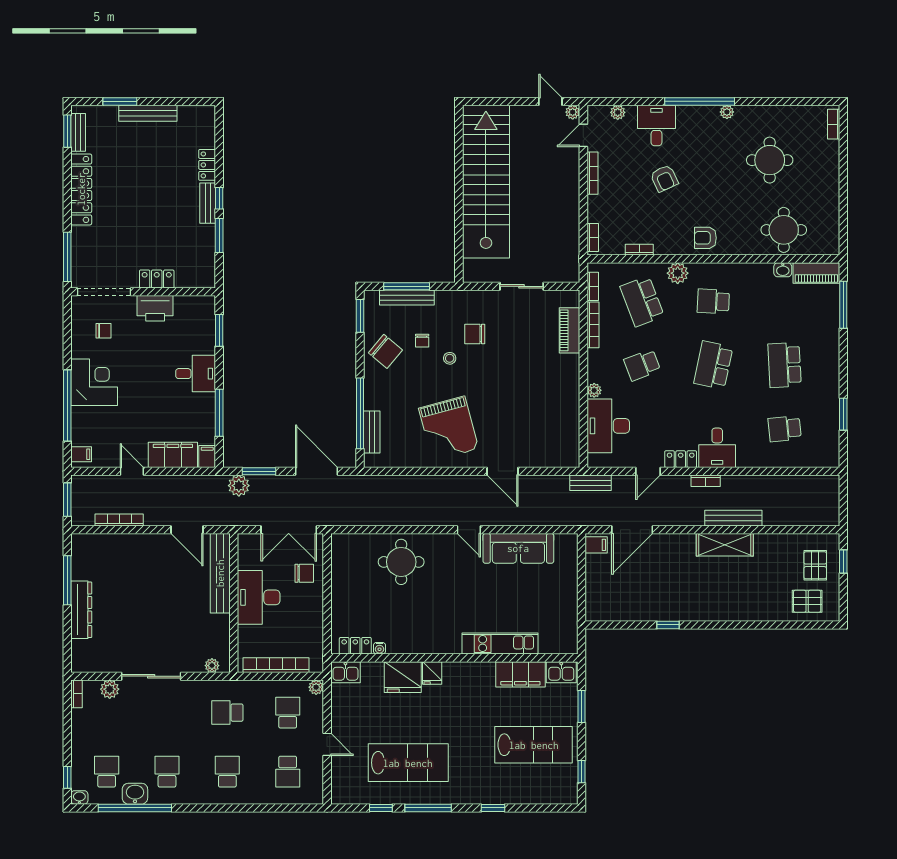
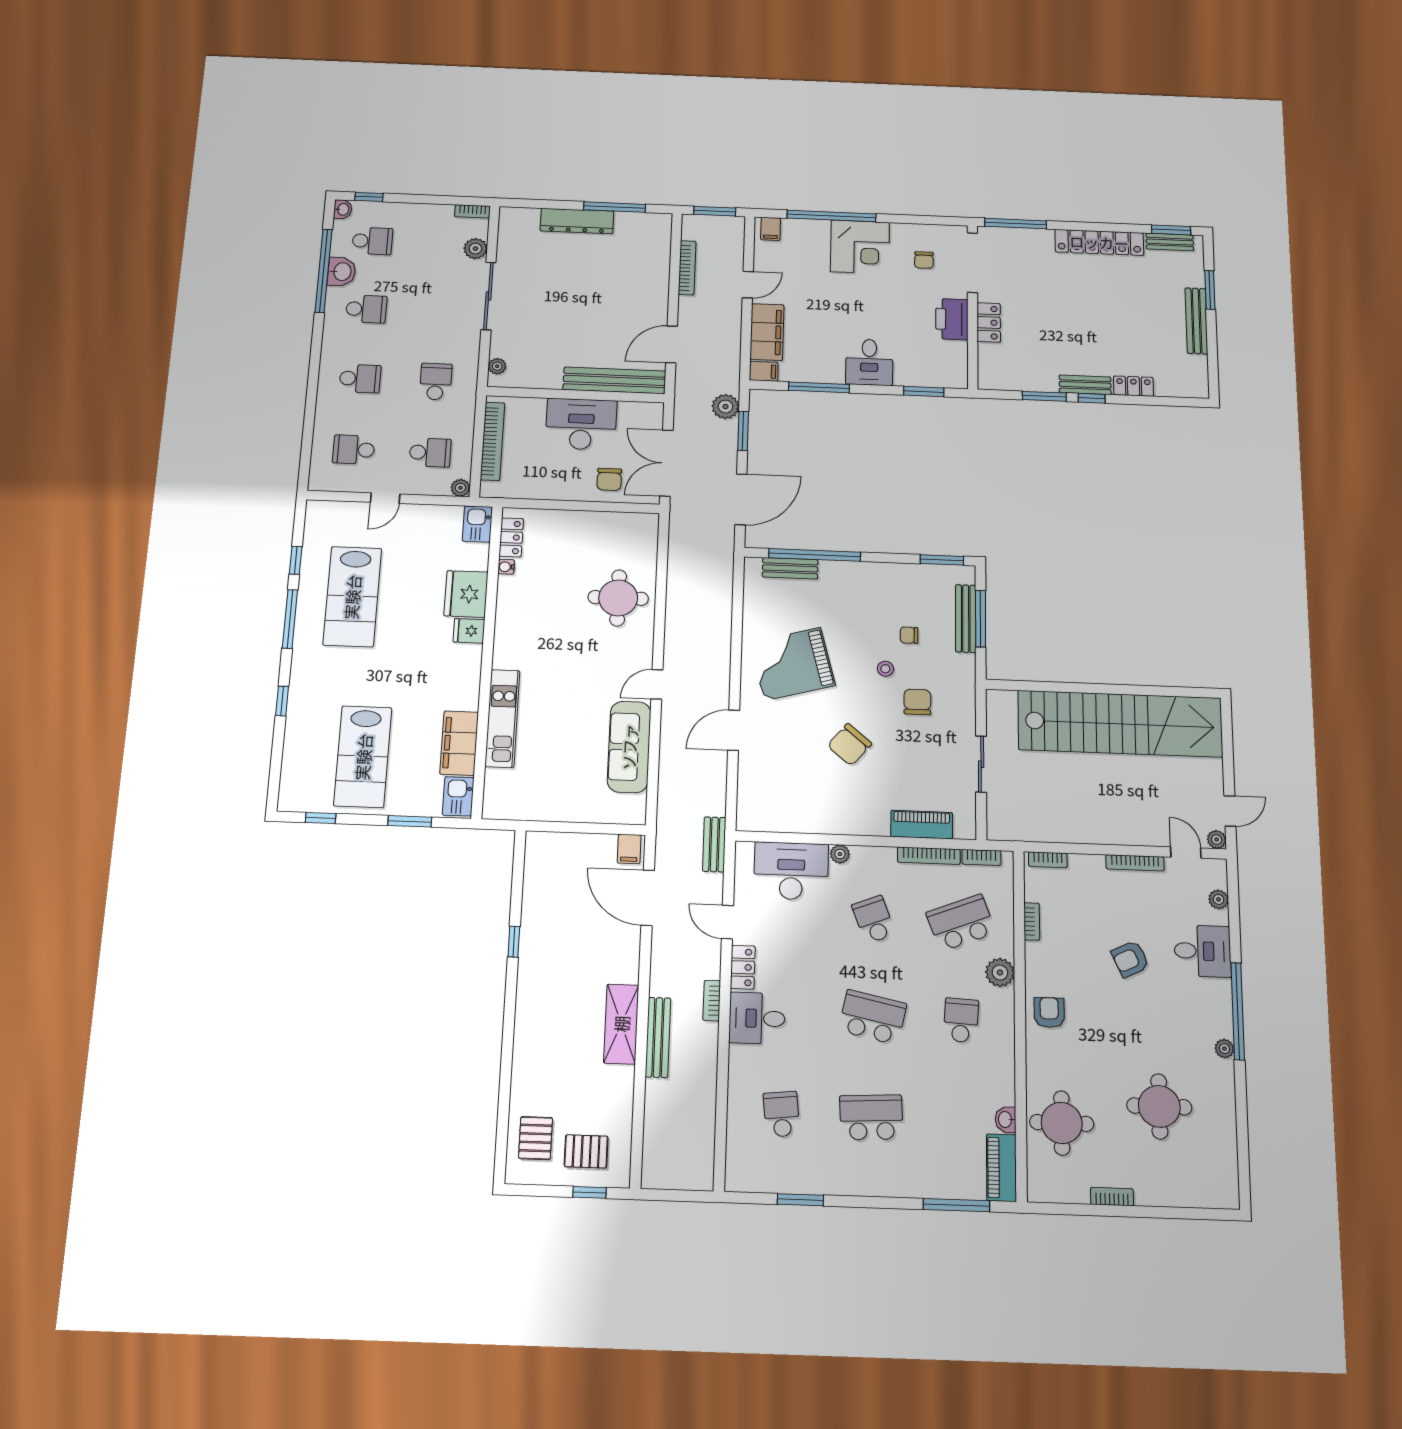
bookcase: (834, 124) -> (1112, 1197), moved
chair: (385, 351) -> (850, 745), moved

